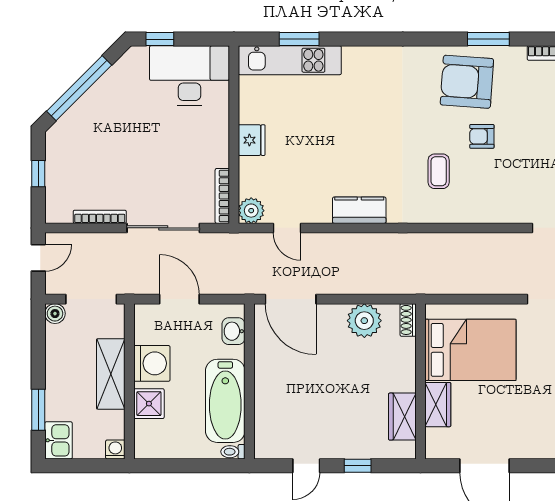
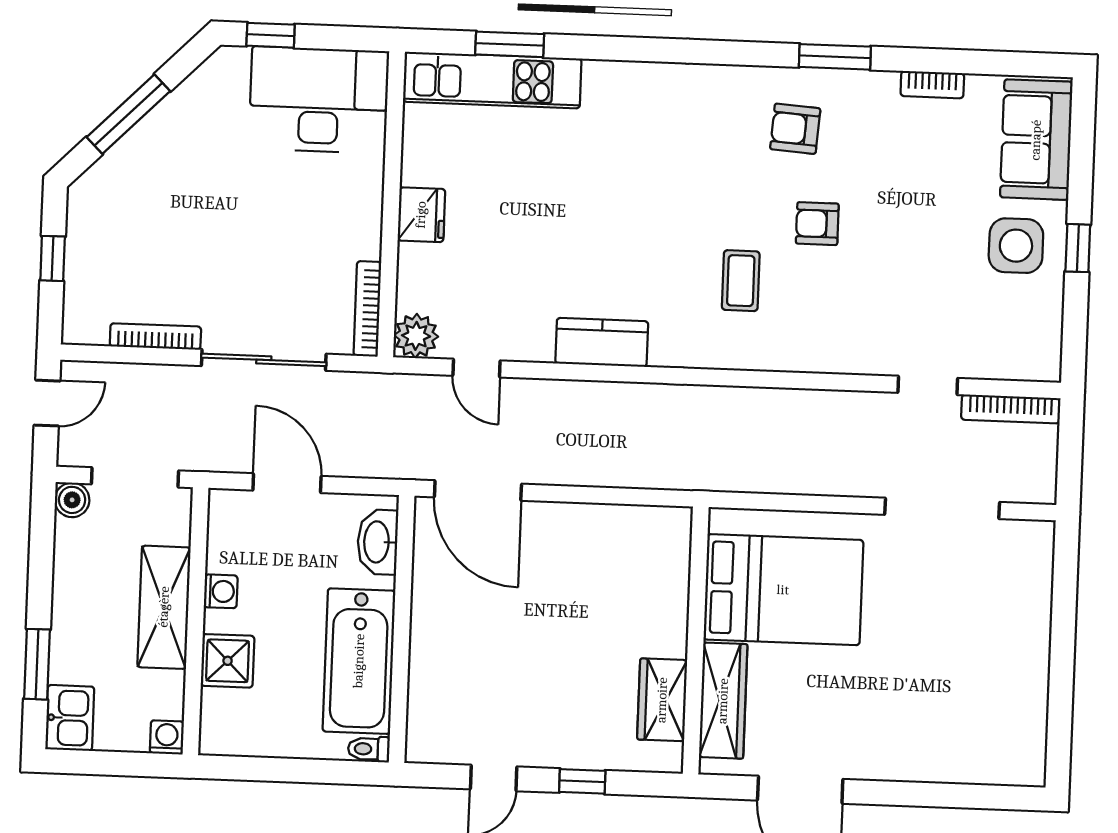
armchair: (467, 82) -> (795, 129), width x0.53, depth x0.53
window: (79, 88) -> (128, 114), width x0.68
shoe rack: (408, 320) -> (678, 534), removed
plant: (364, 321) -> (603, 532), removed
washbasin: (233, 331) -> (378, 542), width x1.38
washing machine: (152, 363) -> (221, 591), width x0.53, depth x0.53
wardrobe: (438, 405) -> (723, 701), width x1.50

